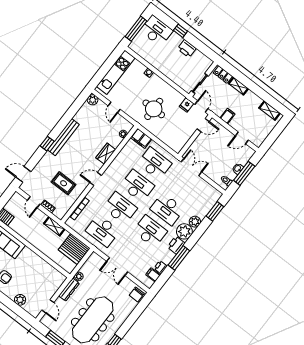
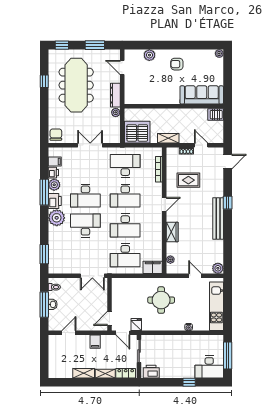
printer: (187, 49) -> (151, 372), moved
shelving: (270, 111) -> (84, 373), moved
plant: (195, 222) -> (54, 185), moved

